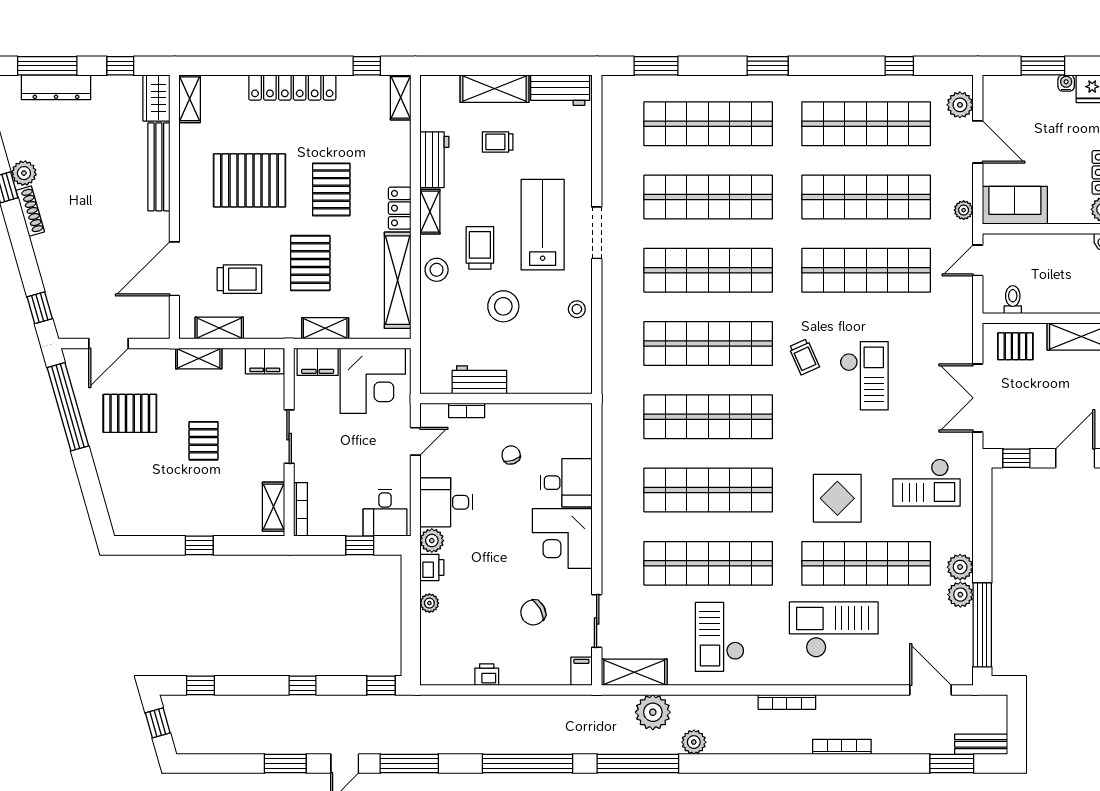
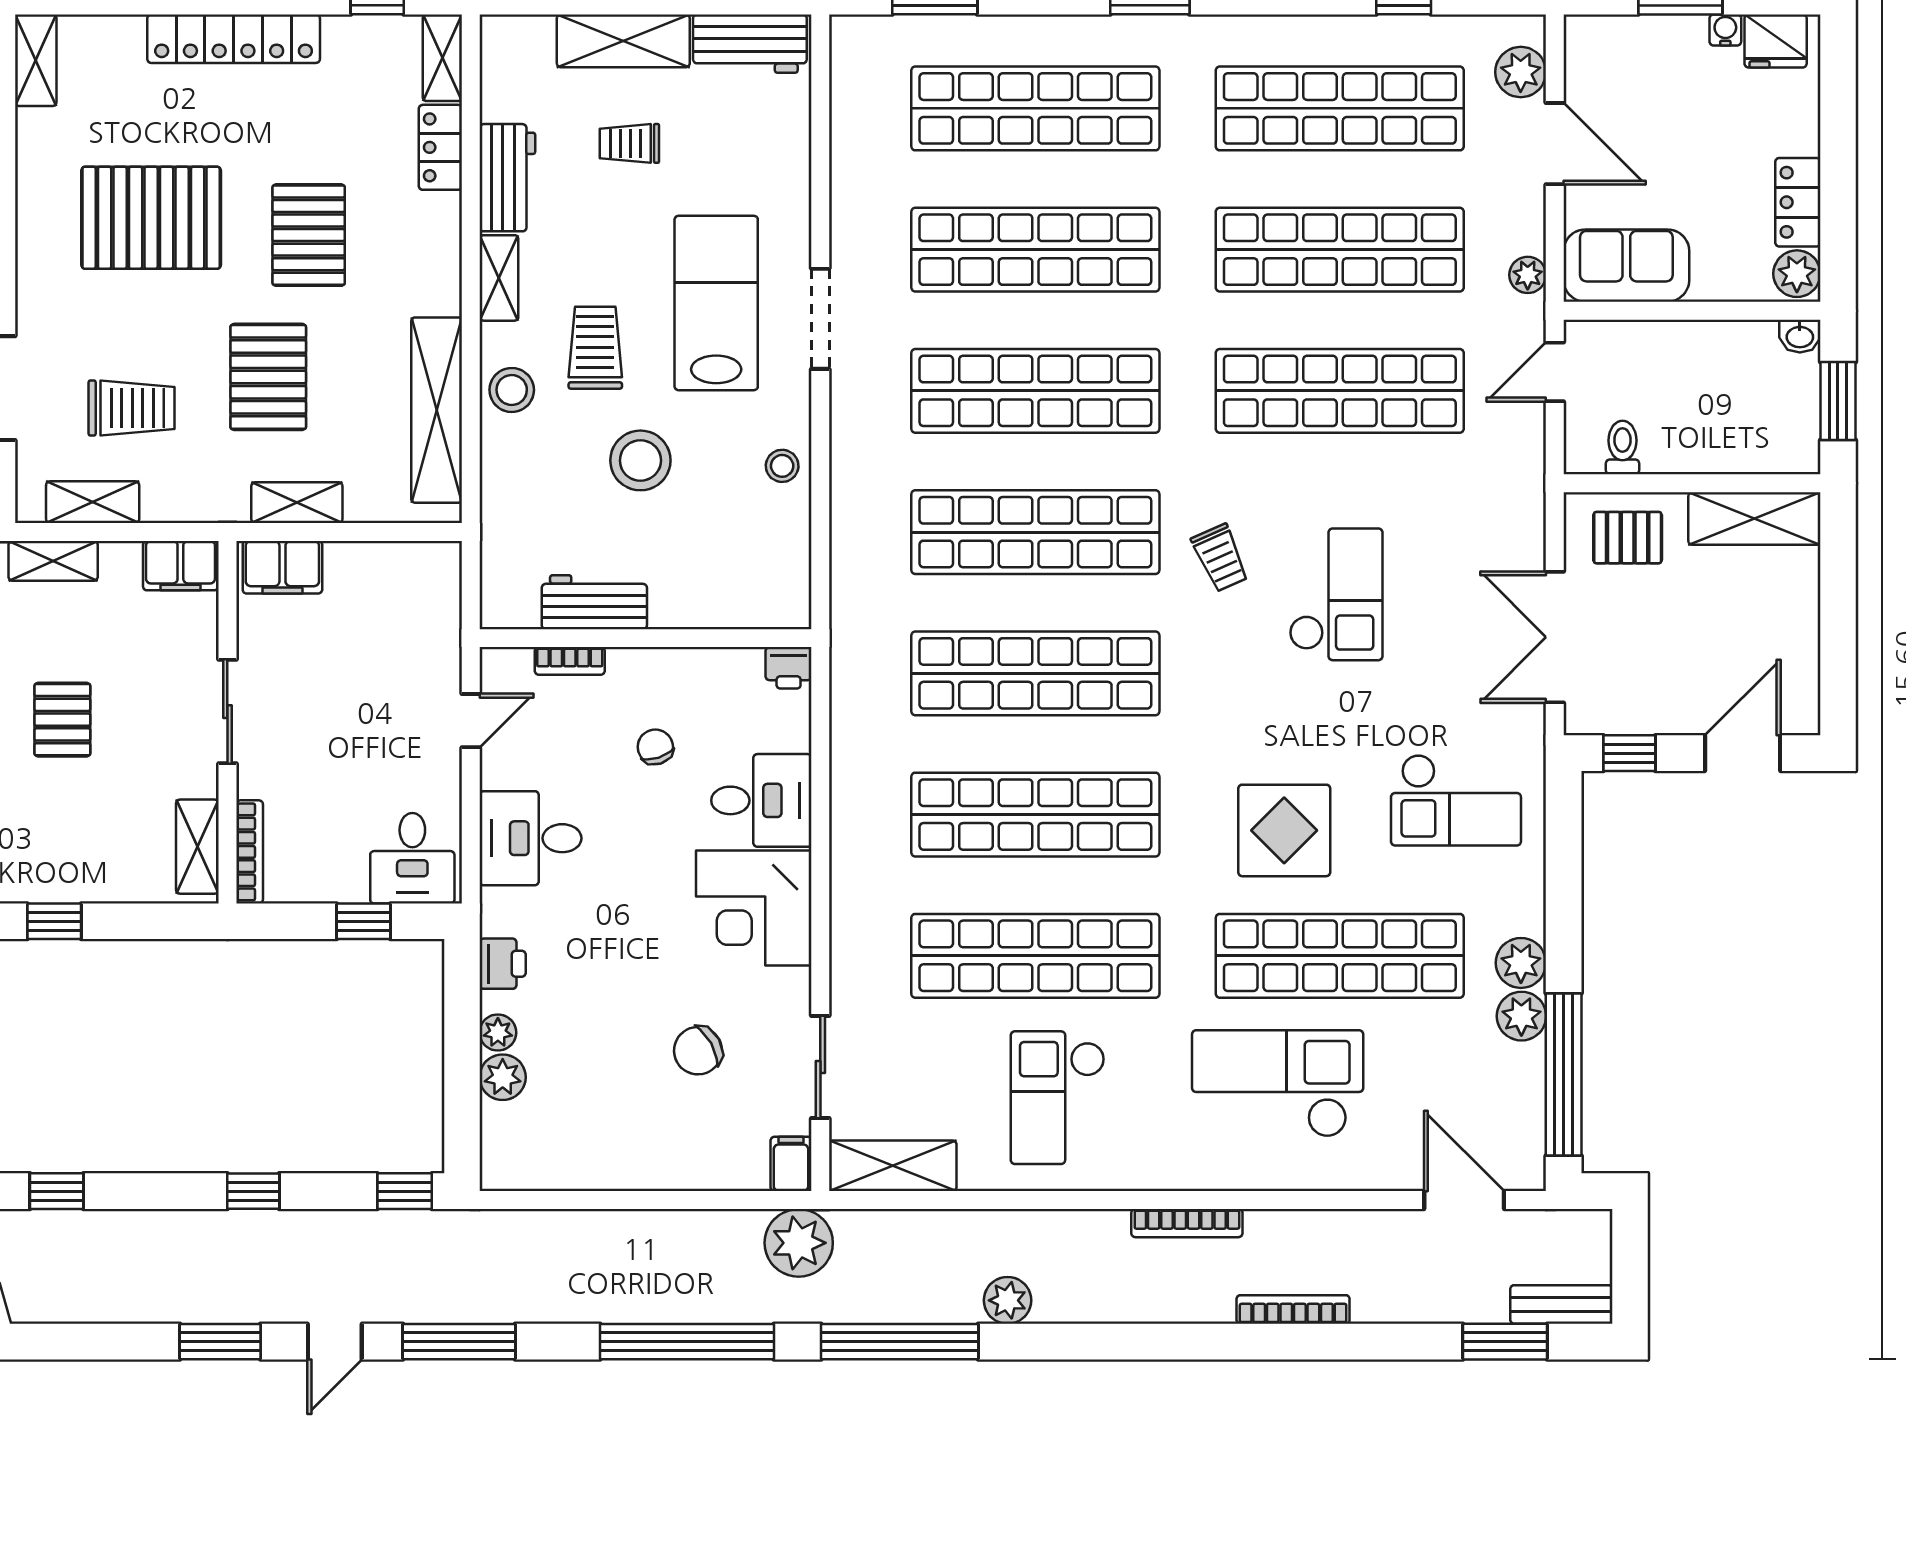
locker: (400, 208) -> (440, 147), moved
corner desk: (373, 381) -> (389, 604), removed
plant: (432, 541) -> (503, 1077), moved
printer: (487, 675) -> (789, 668), moved, turned 180
plant: (653, 712) -> (799, 1243), moved

